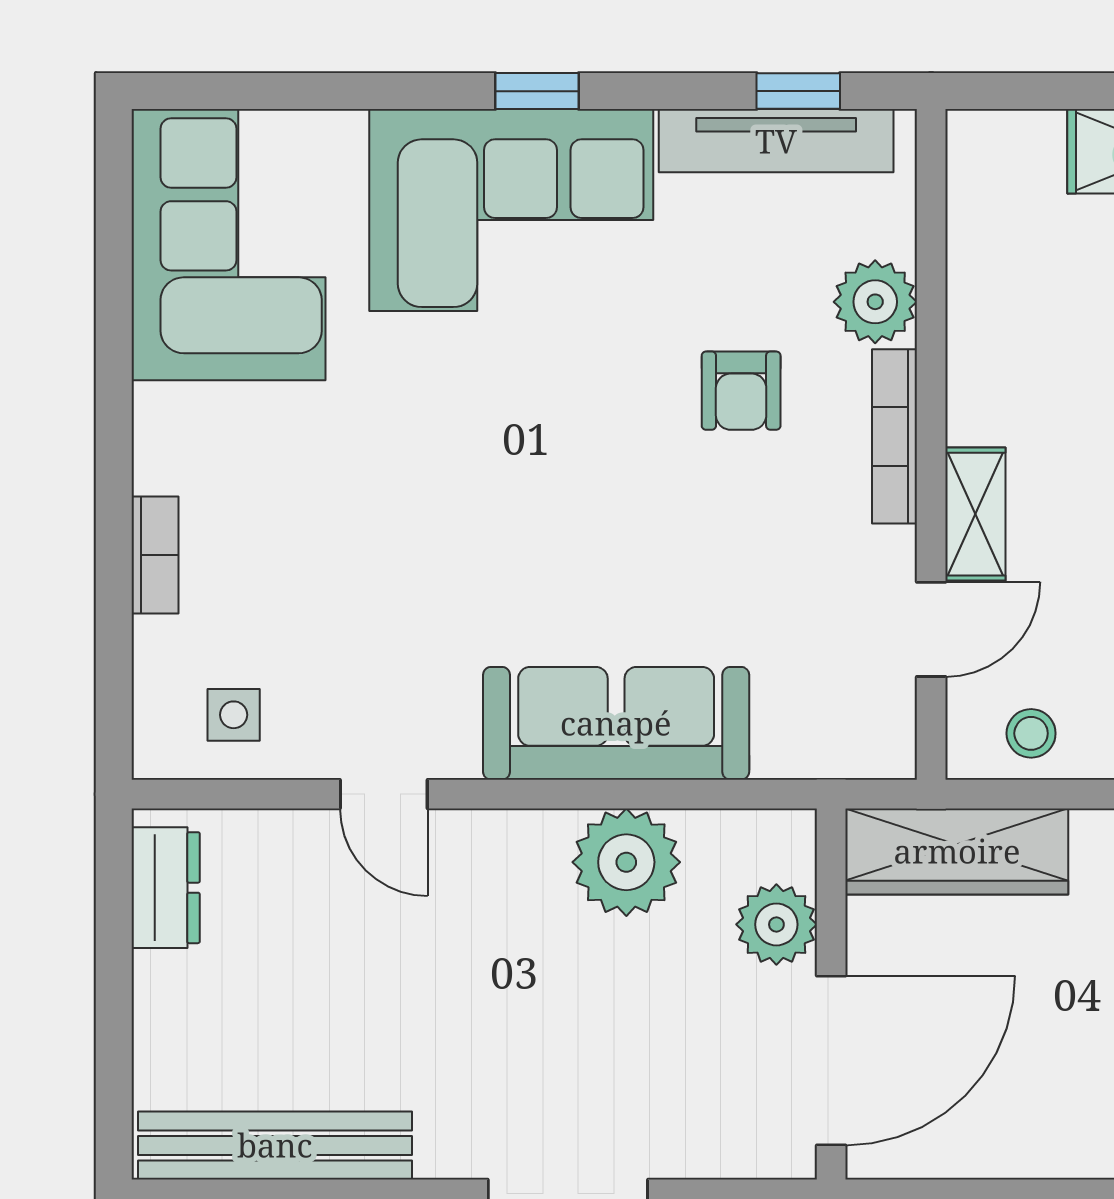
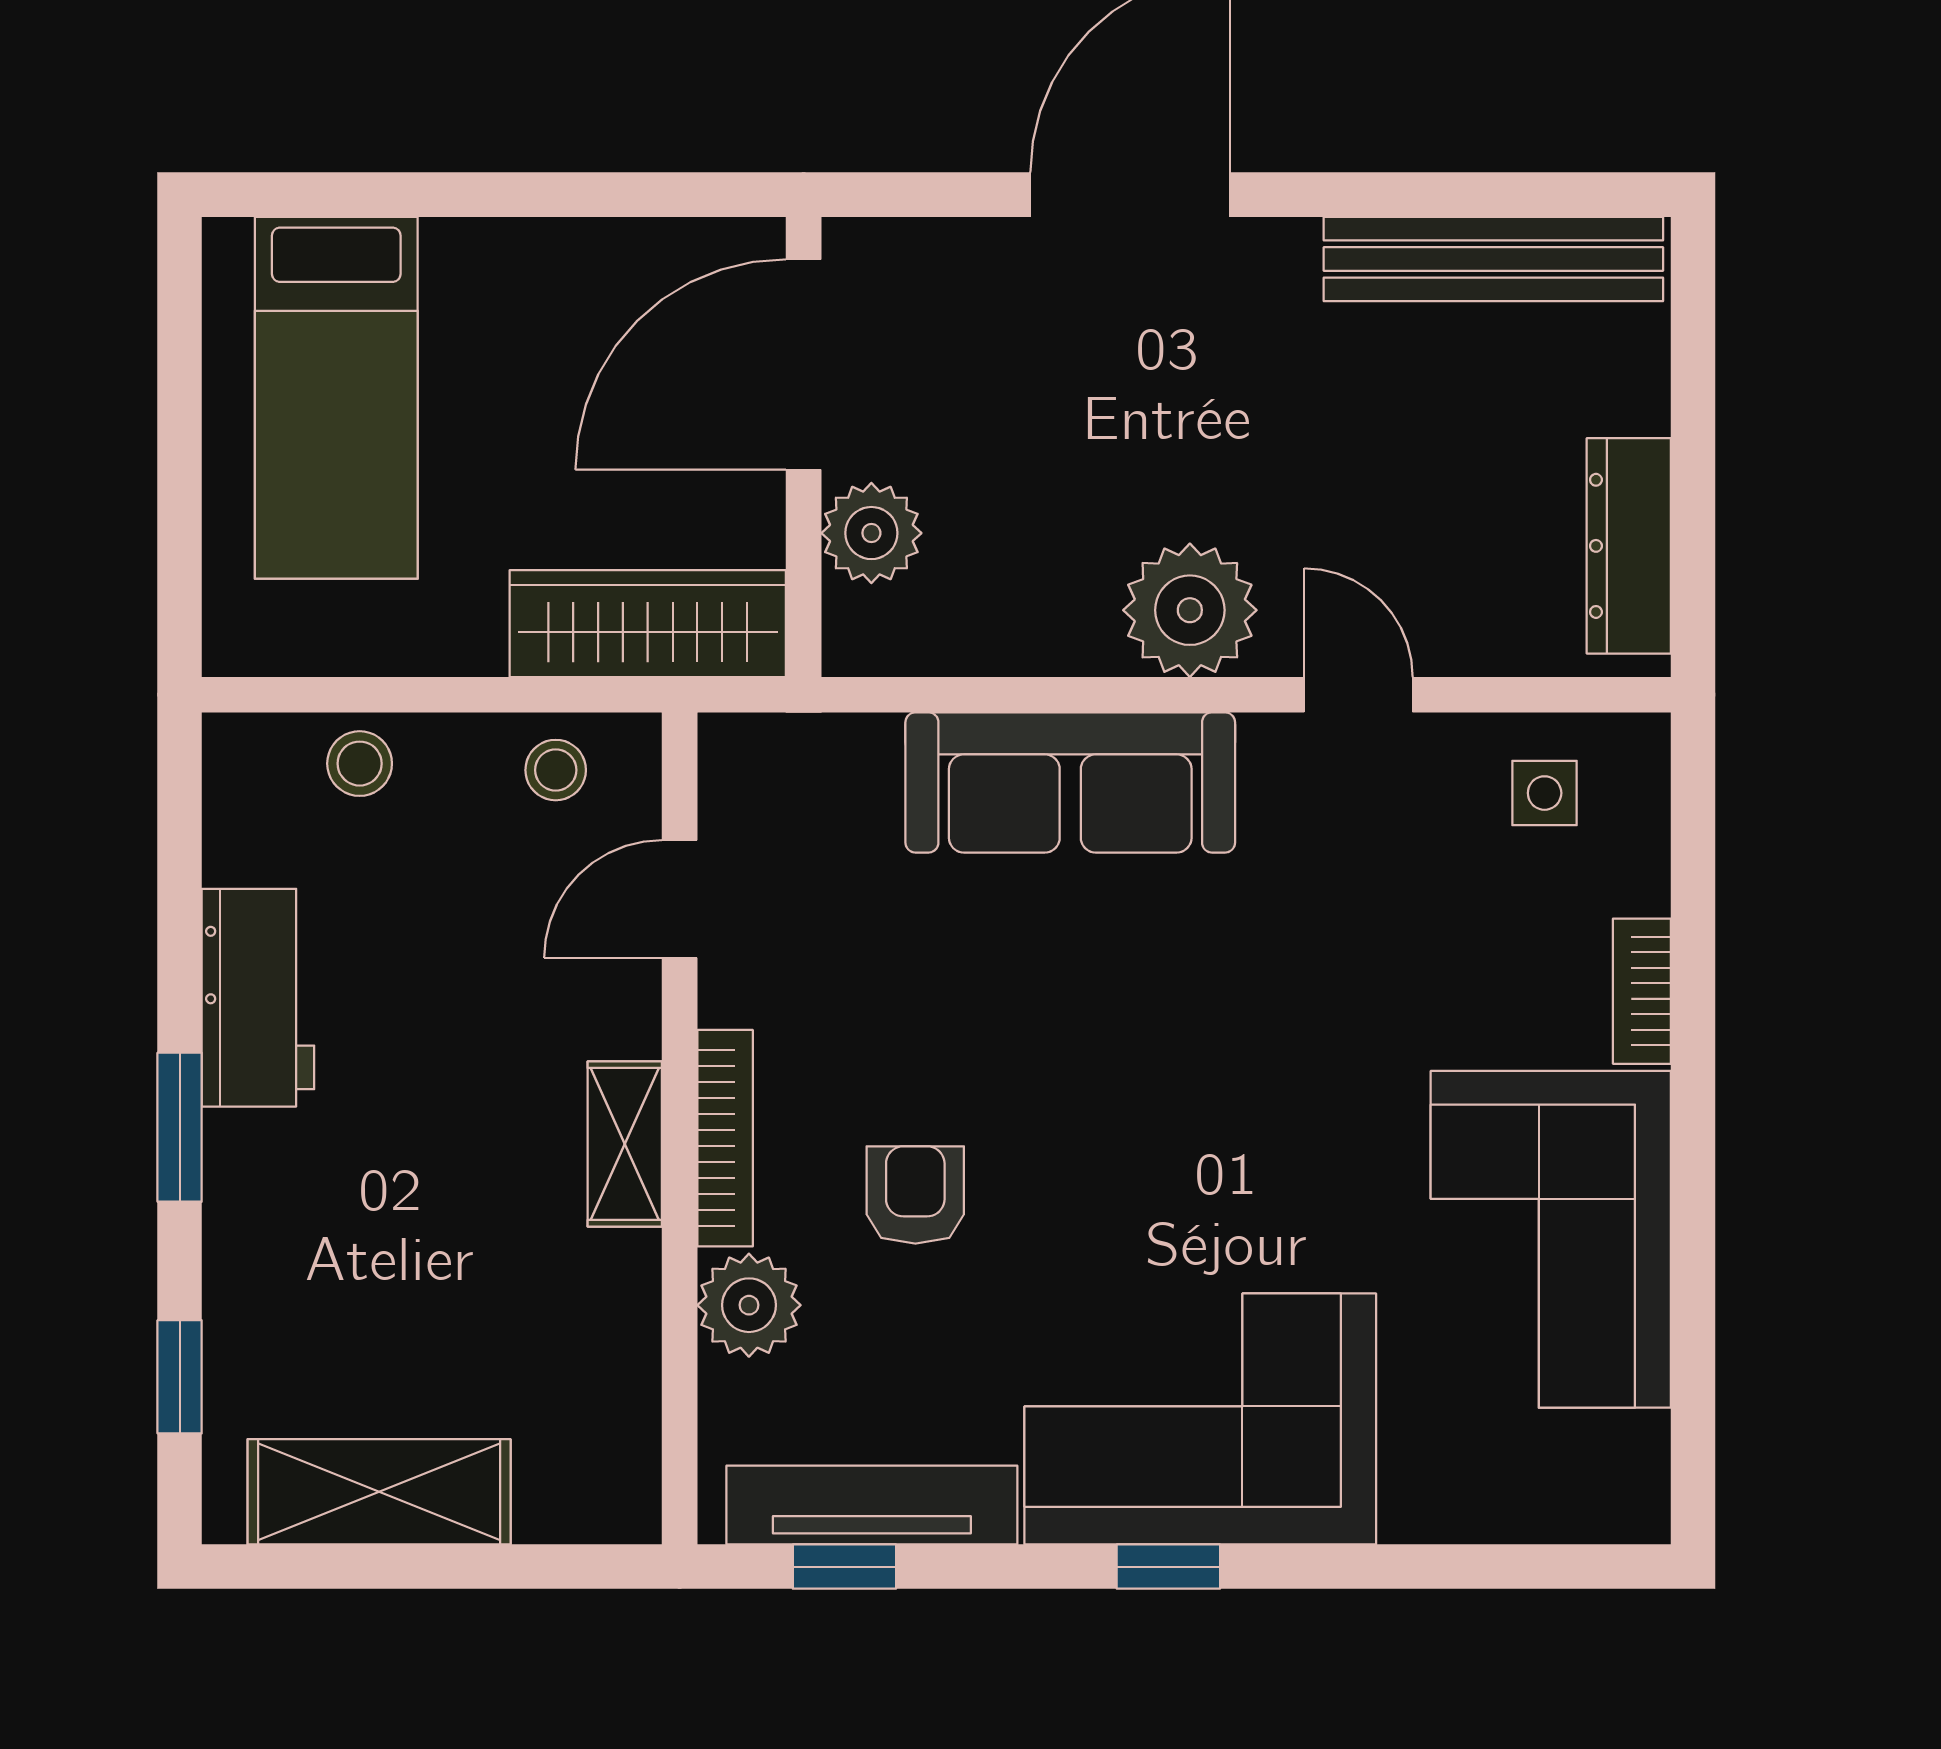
corner sofa: (229, 245) -> (1551, 1239), moved
shelving: (975, 514) -> (625, 1144), moved
plant: (626, 862) -> (1190, 610), moved
dresser: (166, 888) -> (1629, 546), width x1.44

